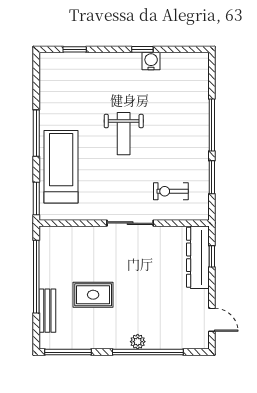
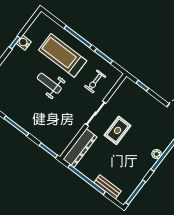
weight bench: (124, 134) -> (49, 83), turned 180
treadmill: (61, 167) -> (63, 55), moved
dresser: (198, 257) -> (80, 148), moved, turned -90
rug: (93, 295) -> (118, 130), moved

